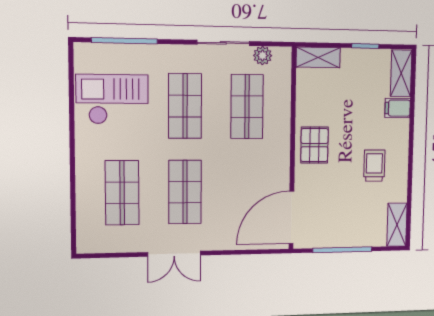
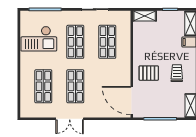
plant: (263, 56) -> (115, 15), removed
checkout: (112, 99) -> (39, 39), turned 180
pallet: (314, 145) -> (149, 73), moved, turned 90
door: (291, 217) -> (132, 101), hinge flipped

